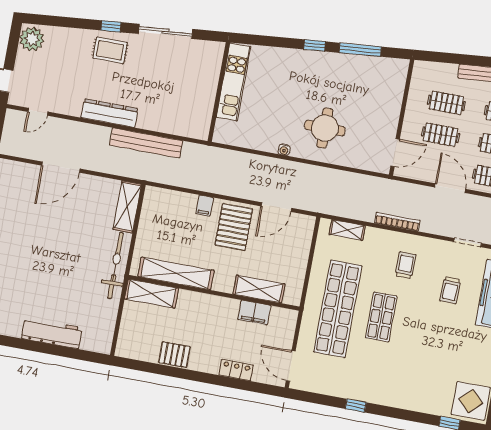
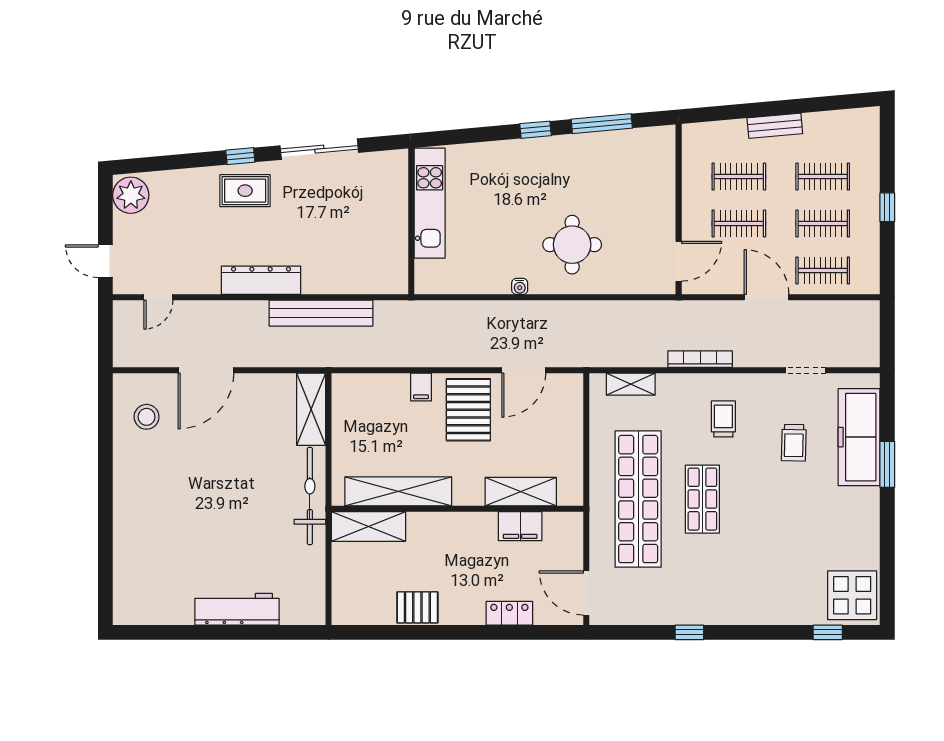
stool: (15, 191) -> (147, 417), added

